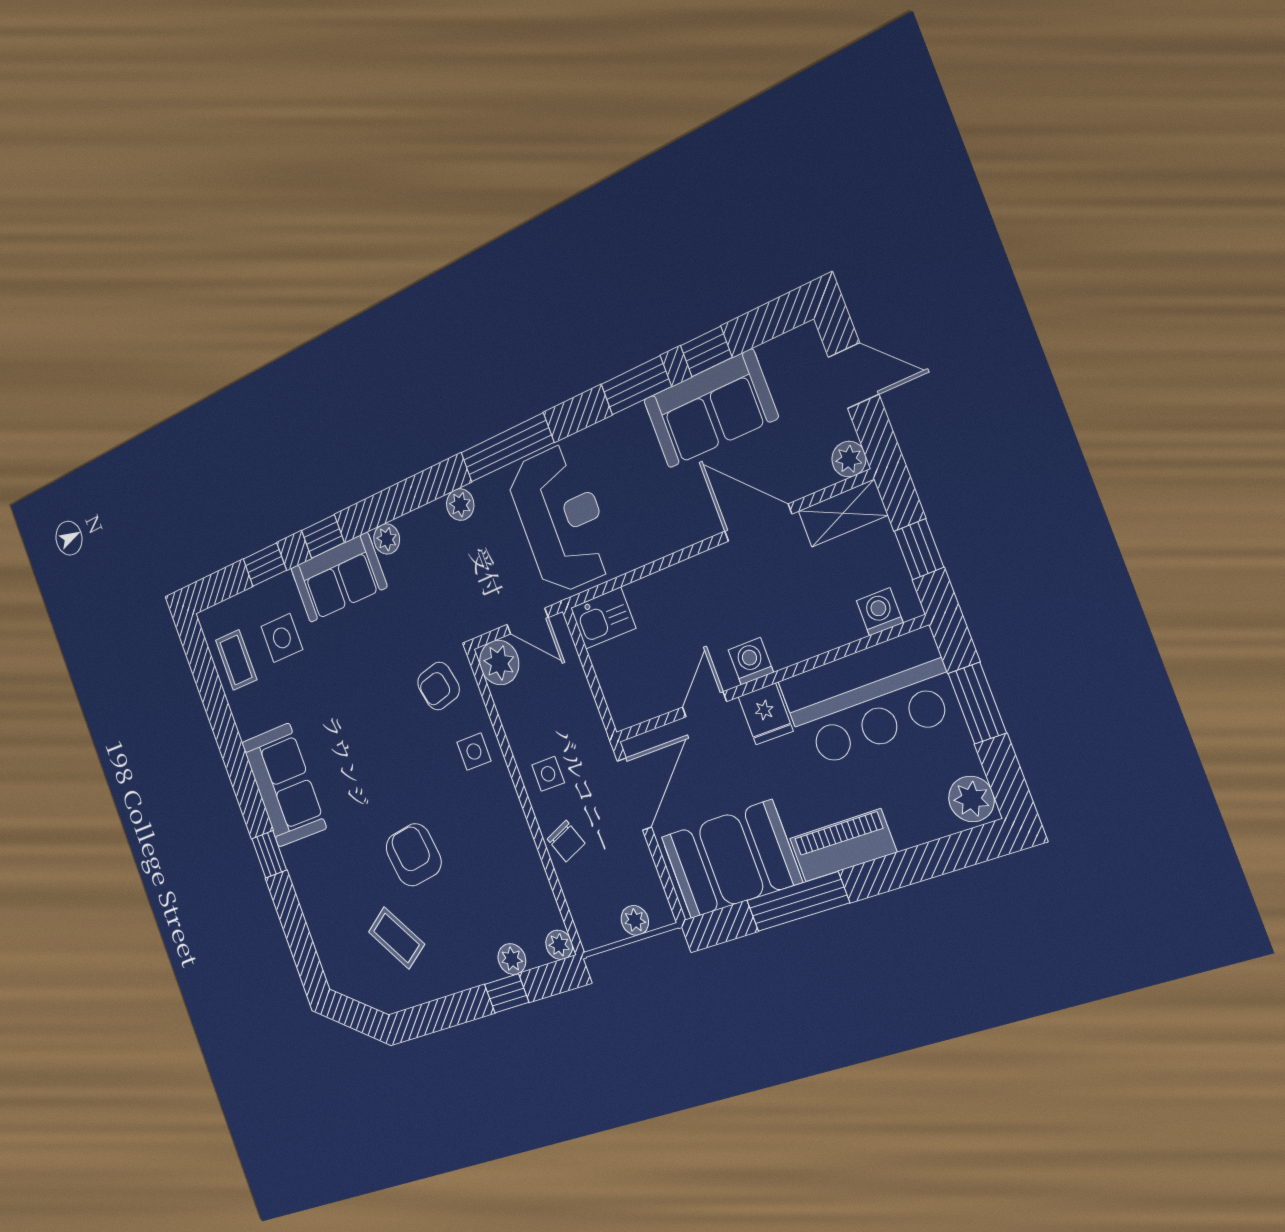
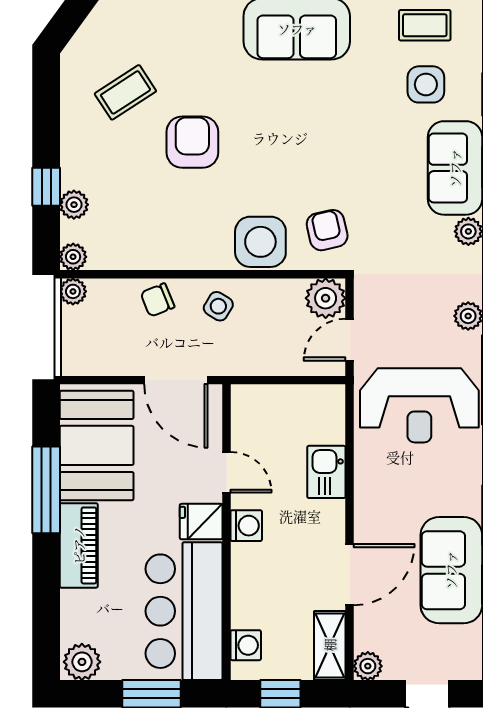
kitchen sink: (603, 618) -> (326, 472), moved
side table: (474, 751) -> (260, 242), width x1.87, depth x1.87
side table: (548, 774) -> (218, 306), turned 31
armchair: (414, 855) -> (192, 142), turned -82
plant: (635, 920) -> (73, 291), moved

